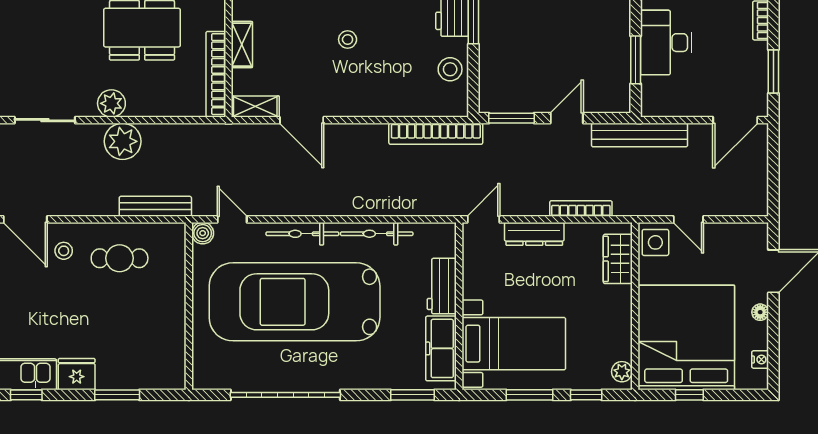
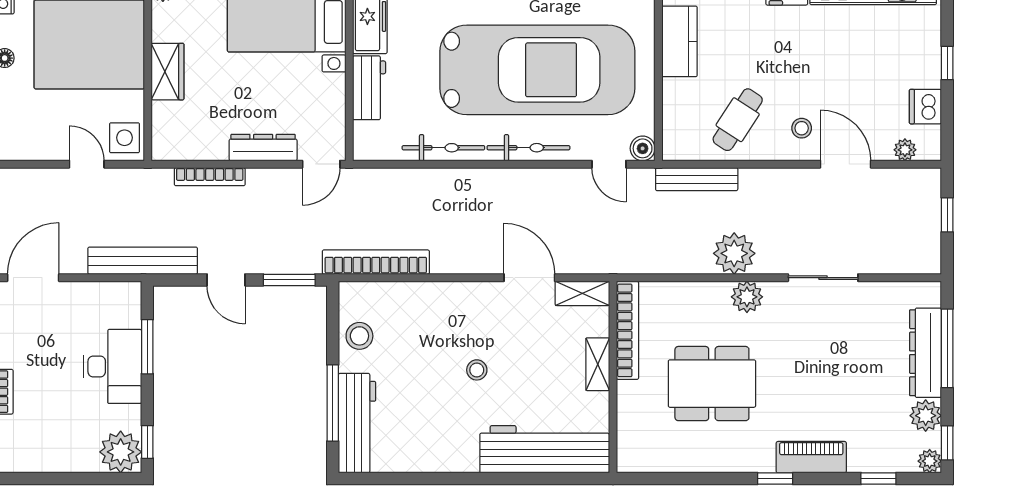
door: (567, 118) -> (226, 280), hinge flipped
cafe table: (120, 258) -> (738, 120), turned -57
wardrobe: (618, 259) -> (168, 72), moved
kitchen counter: (170, 327) -> (679, 41), added

